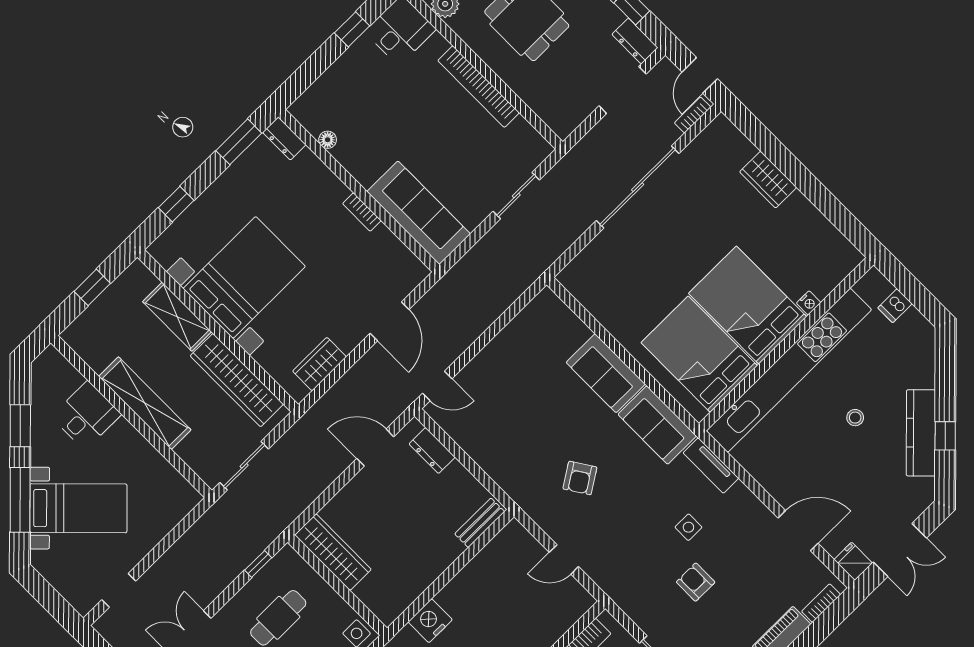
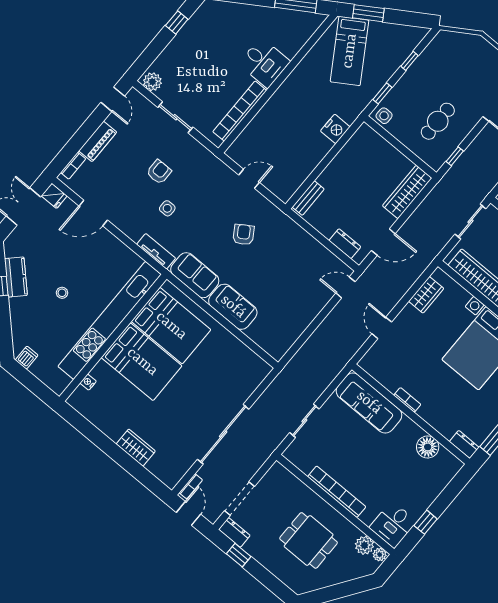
floor lamp: (328, 140) -> (428, 447), width x1.89, depth x1.89
nightstand: (809, 303) -> (88, 382), moved
dishwasher: (895, 306) -> (27, 358), moved
door: (389, 321) -> (382, 328), width x0.73
kitchen counter: (921, 433) -> (16, 277), width x0.67
wardrobe: (333, 552) -> (407, 192), moved, turned 90
armchair: (696, 582) -> (159, 172), turned -90

